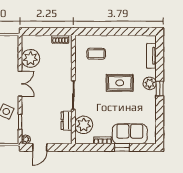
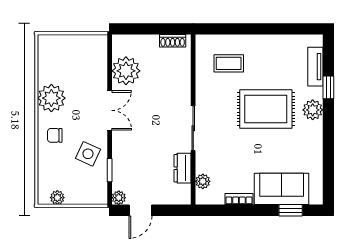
rug: (120, 83) -> (266, 109), width x1.36, depth x1.43
window: (160, 88) -> (328, 87), moved
plant: (84, 125) -> (203, 181), width x0.53, depth x0.53
window: (122, 147) -> (291, 210), moved

